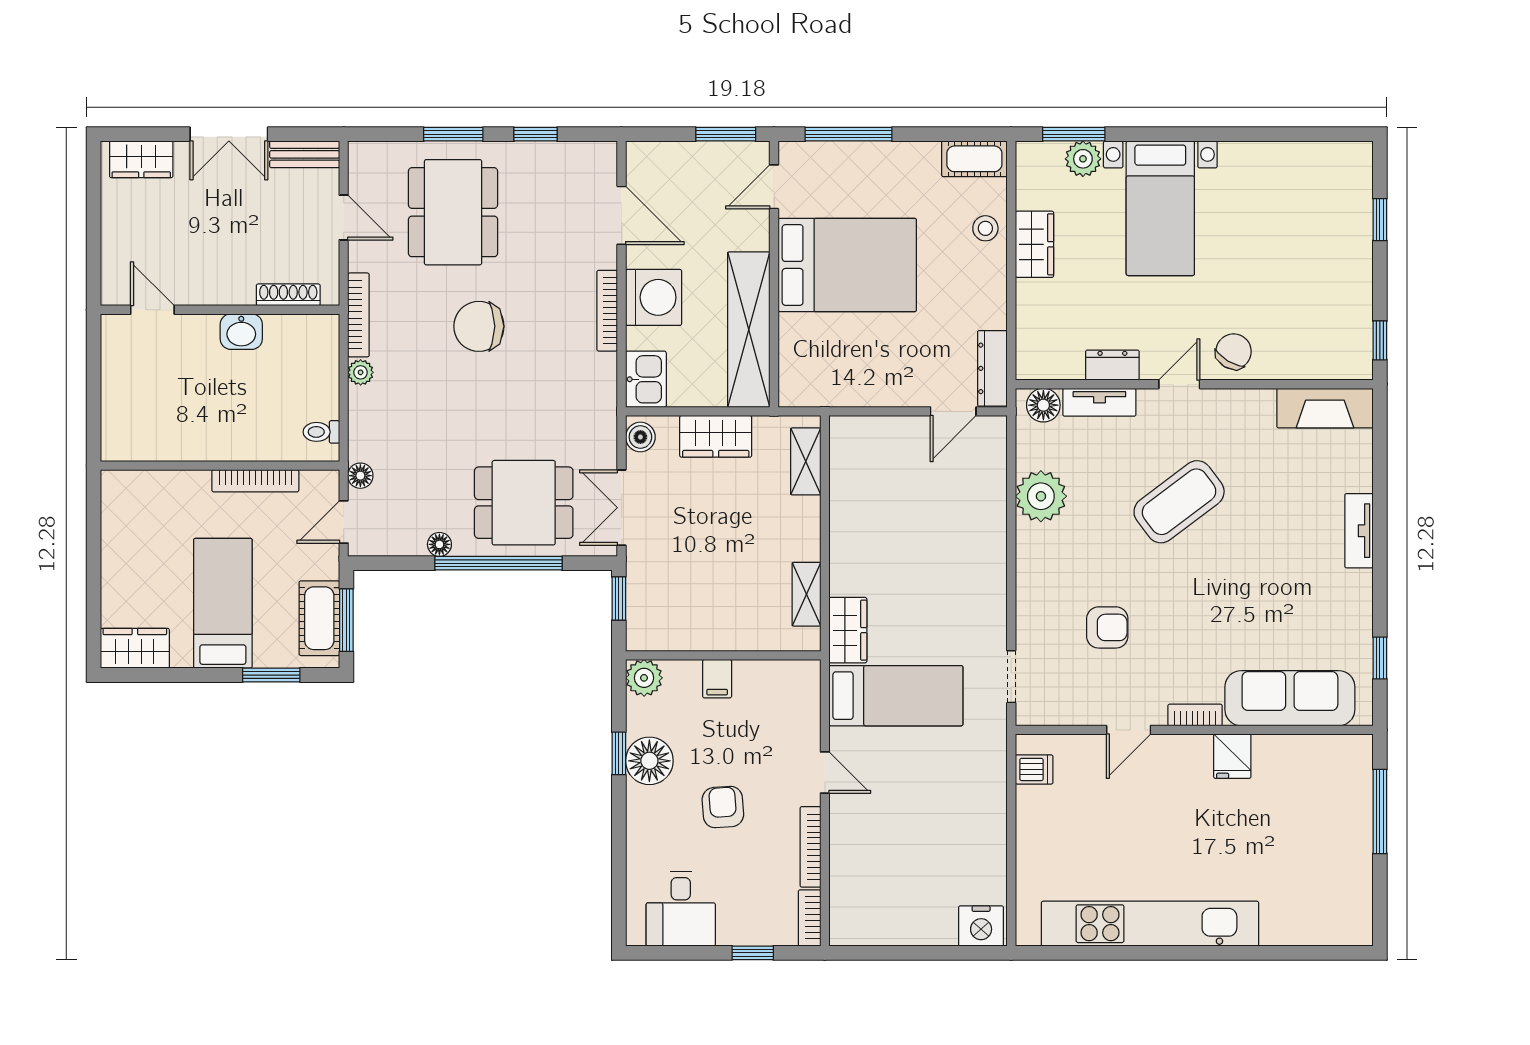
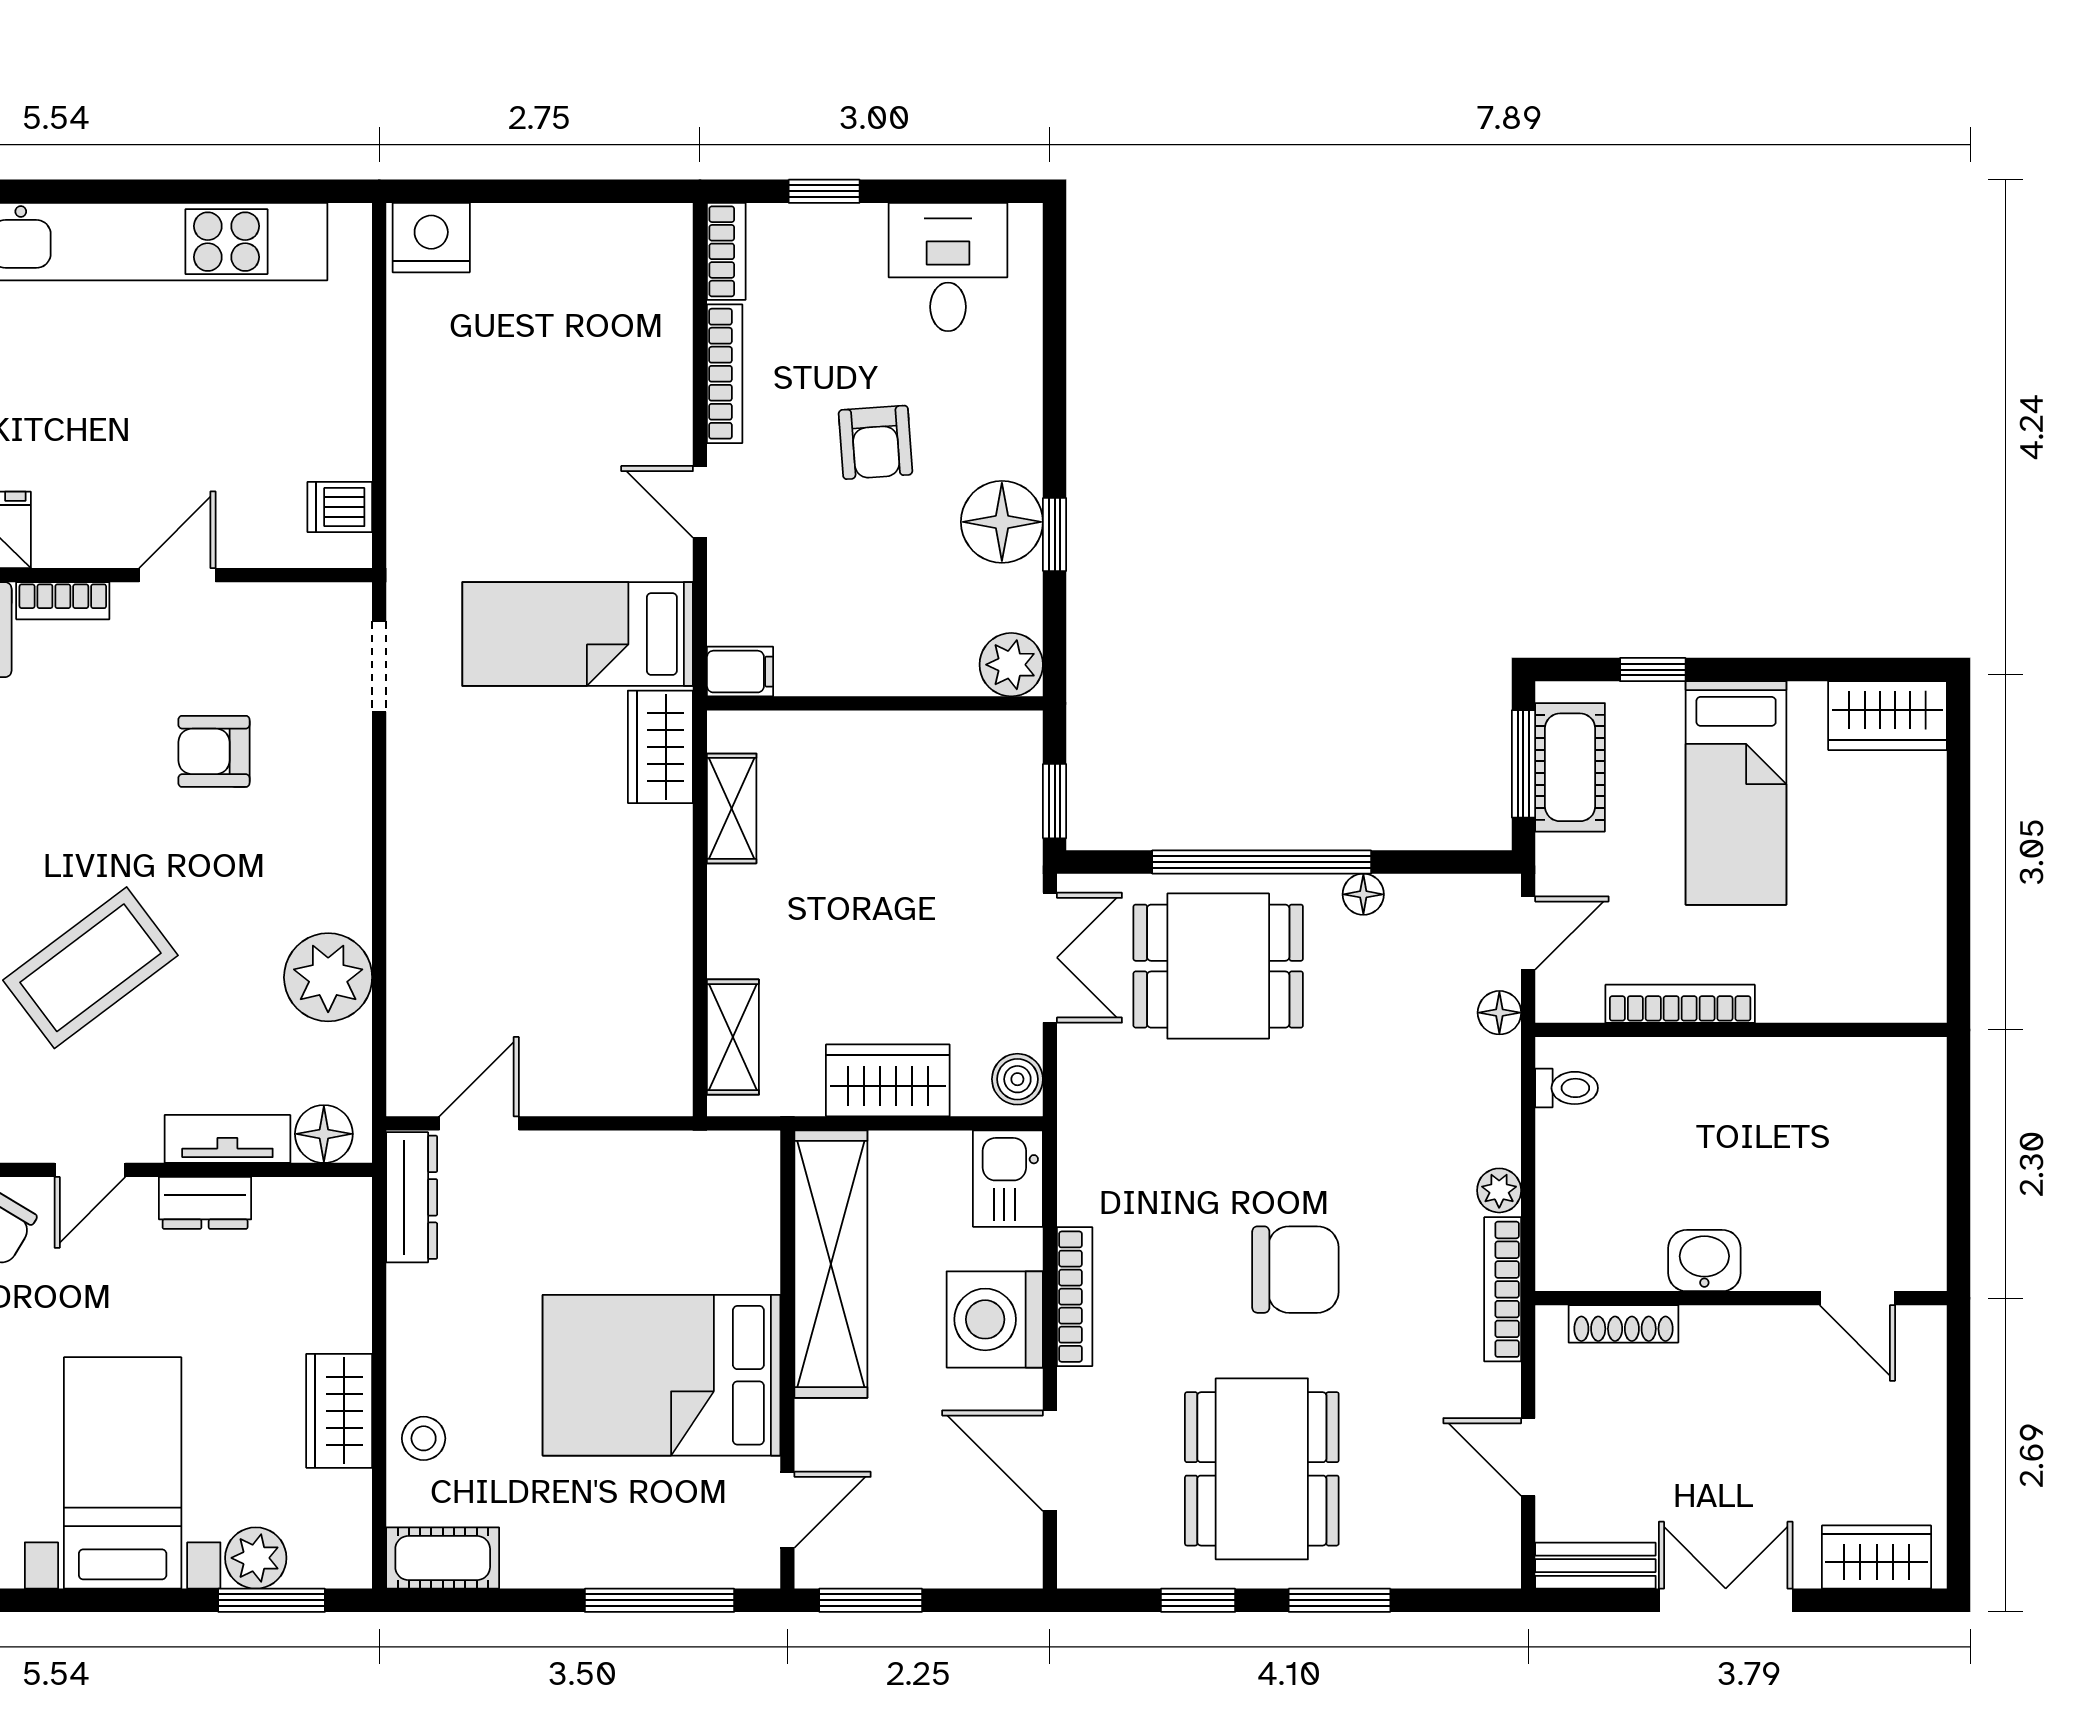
dining table: (453, 212) -> (1262, 1469), moved
window: (271, 675) -> (1653, 670), width x0.67
filing cabinet: (717, 679) -> (740, 672), moved, turned 90

